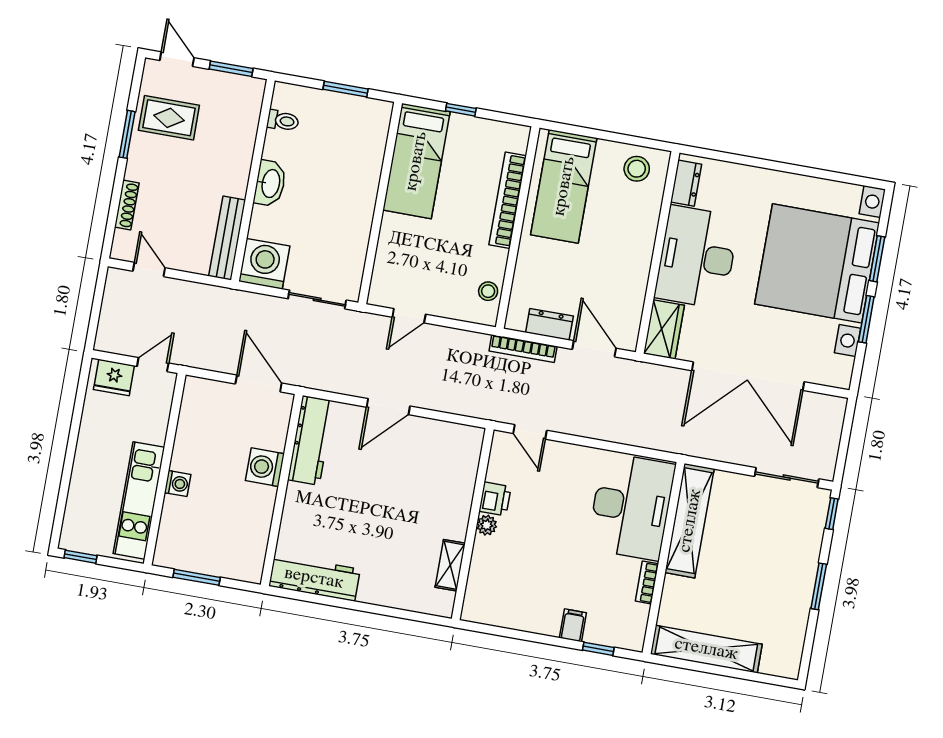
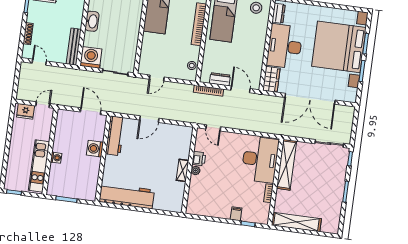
shelving: (450, 565) -> (182, 170), moved
workbench: (314, 578) -> (127, 196), width x1.36, depth x1.32

